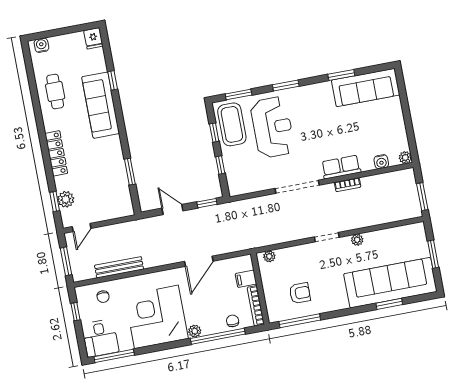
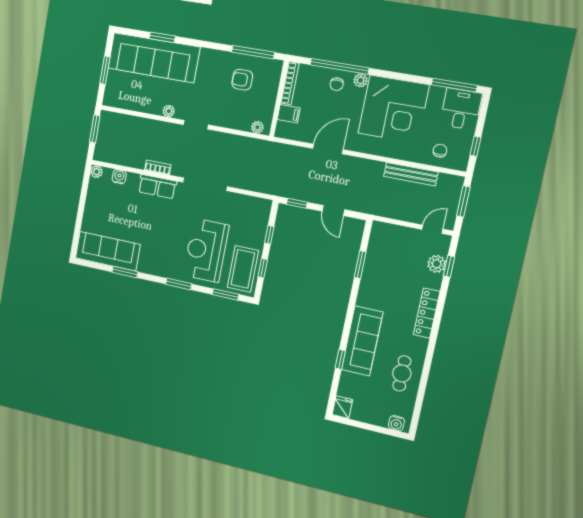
chair: (233, 321) -> (337, 84), moved

